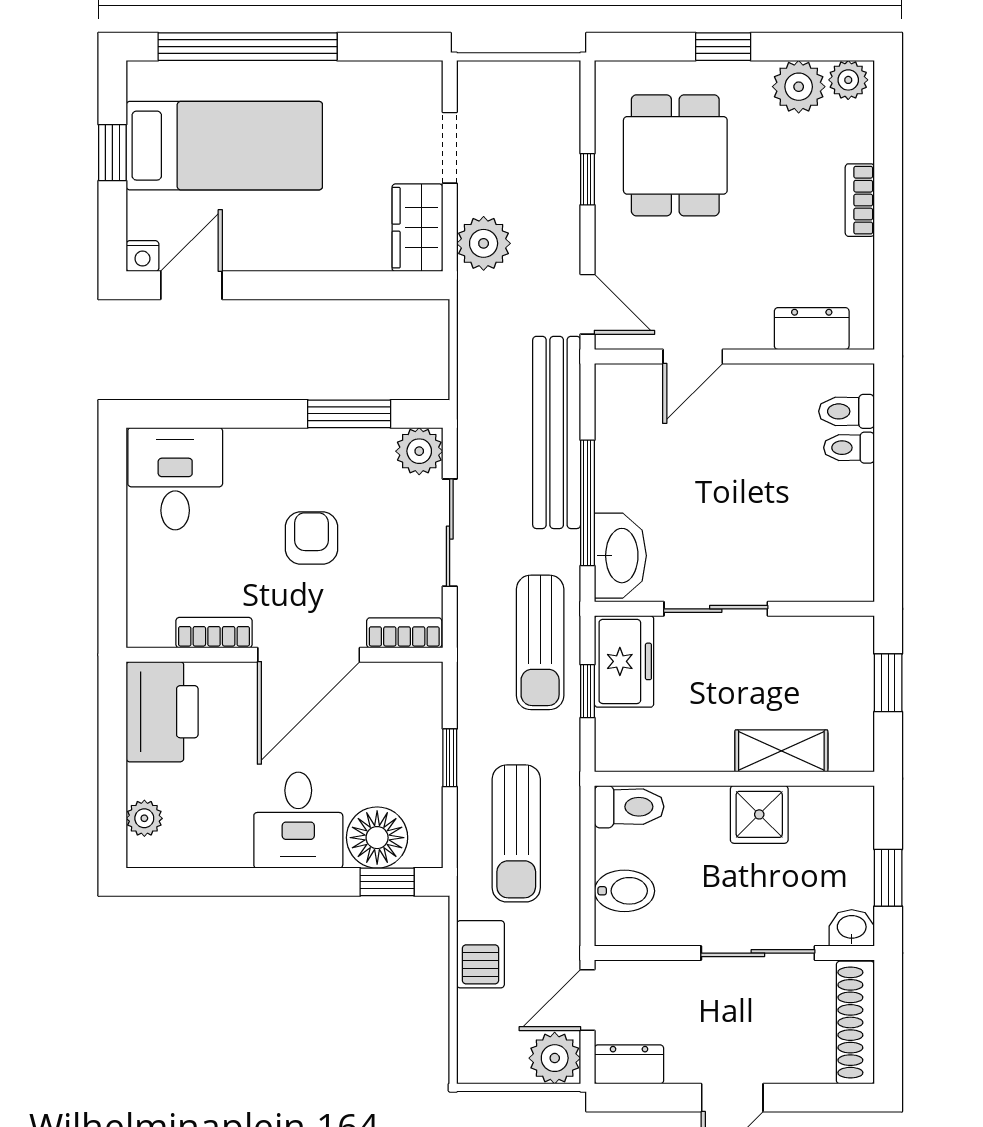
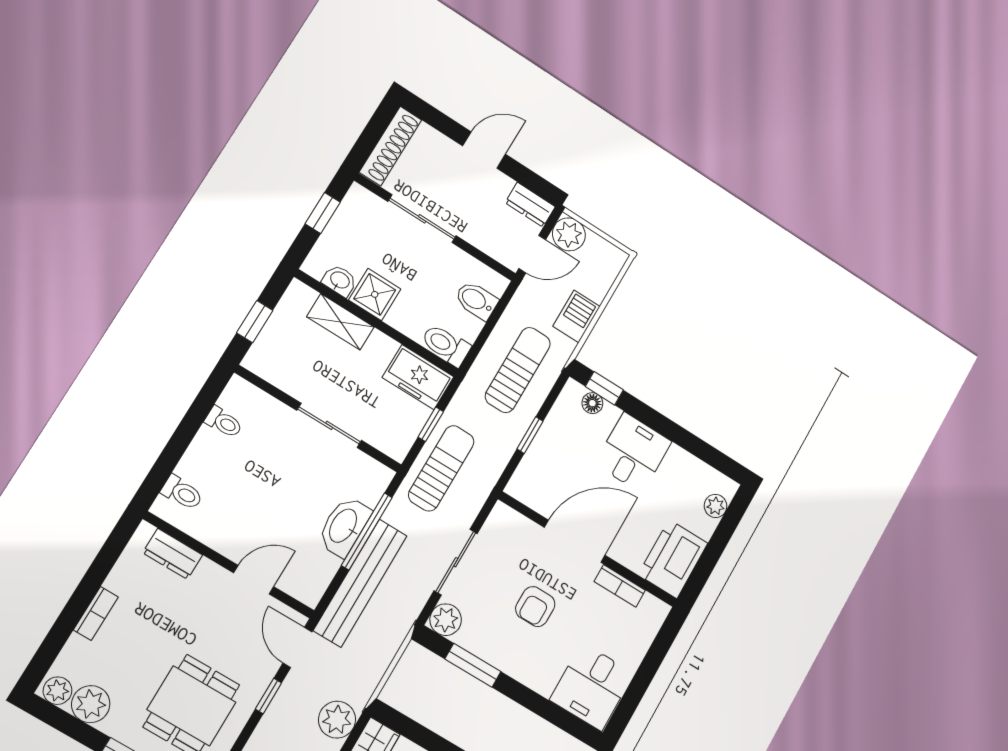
window: (587, 179) -> (268, 696), moved
toilet: (849, 448) -> (224, 422), moved
washbasin: (620, 556) -> (344, 526), moved
bookcase: (404, 633) -> (514, 521), removed
freezer: (624, 661) -> (418, 377), moved, turned -90
floor lamp: (377, 838) -> (592, 403), width x0.53, depth x0.53
washbasin: (852, 928) -> (340, 280), moved, turned 180

